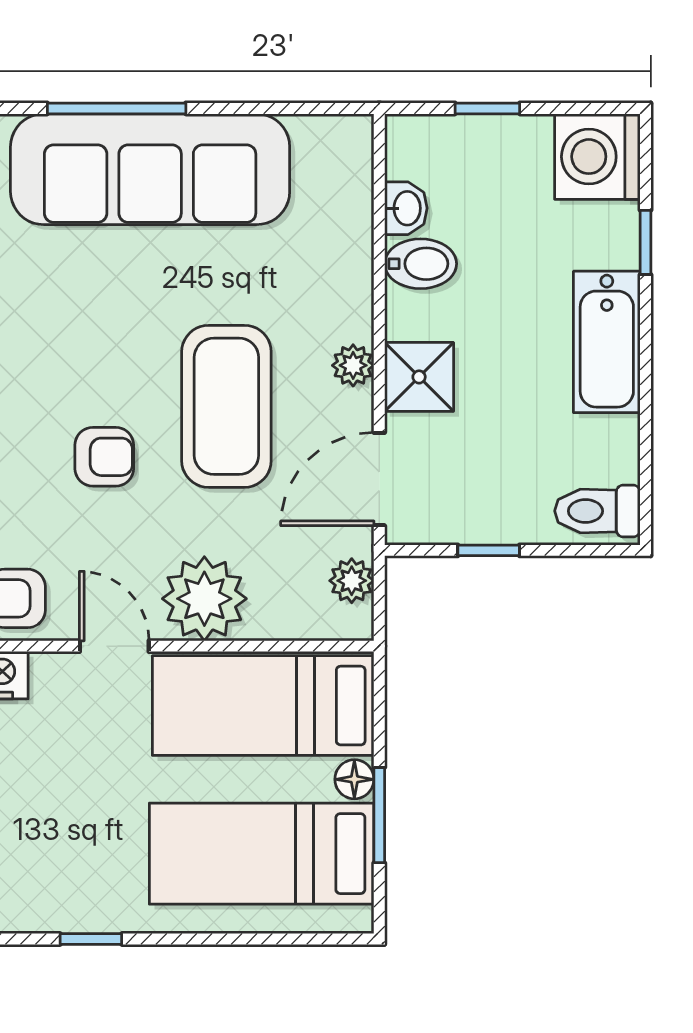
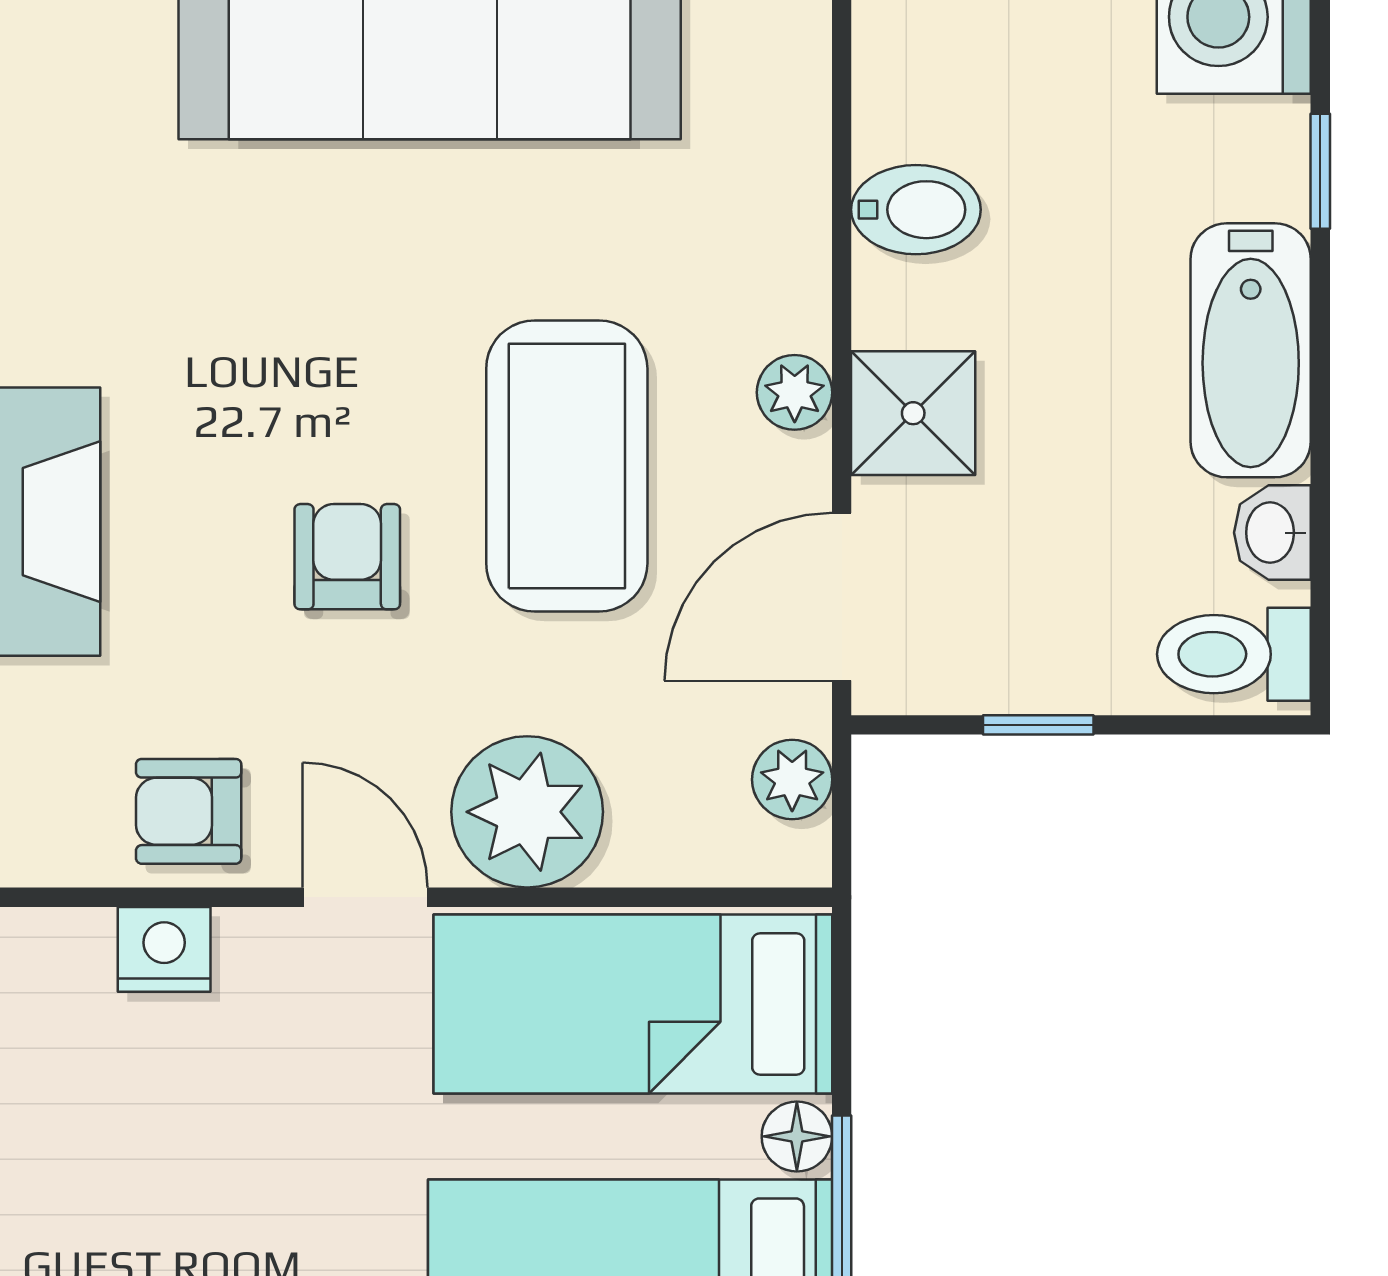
washbasin: (406, 208) -> (1272, 533), moved, turned 180
armchair: (104, 457) -> (347, 557), turned -90

